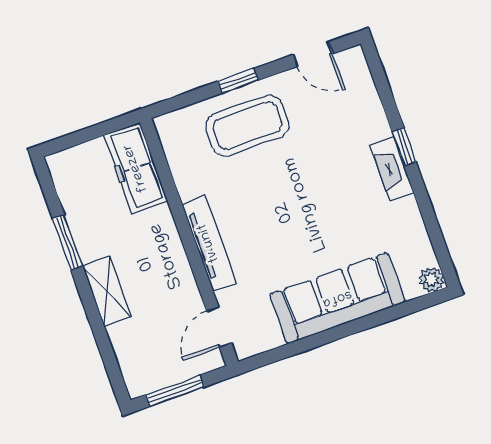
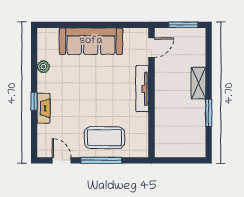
window: (238, 81) -> (101, 160), width x2.17
freezer: (136, 168) -> (164, 136), removed
fireplace: (392, 169) -> (43, 108), moved
plant: (432, 280) -> (43, 67), moved

